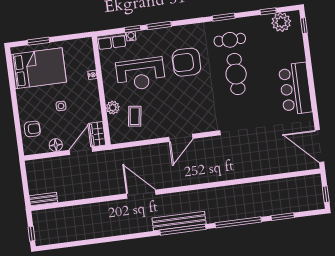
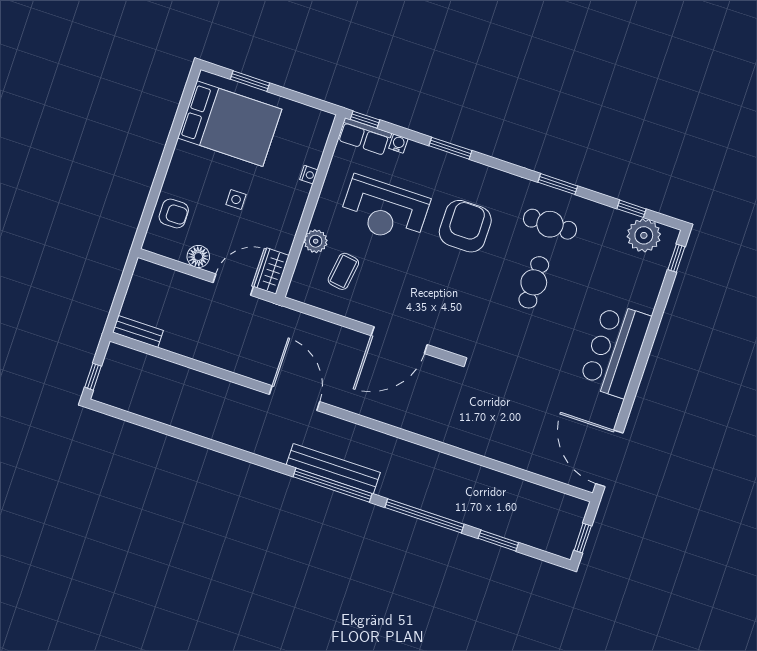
window: (133, 29) -> (365, 120), moved
armchair: (186, 62) -> (465, 226), turned 90
cafe table: (236, 74) -> (534, 282), width x0.73, depth x0.74
door: (181, 138) -> (399, 340), width x1.36

